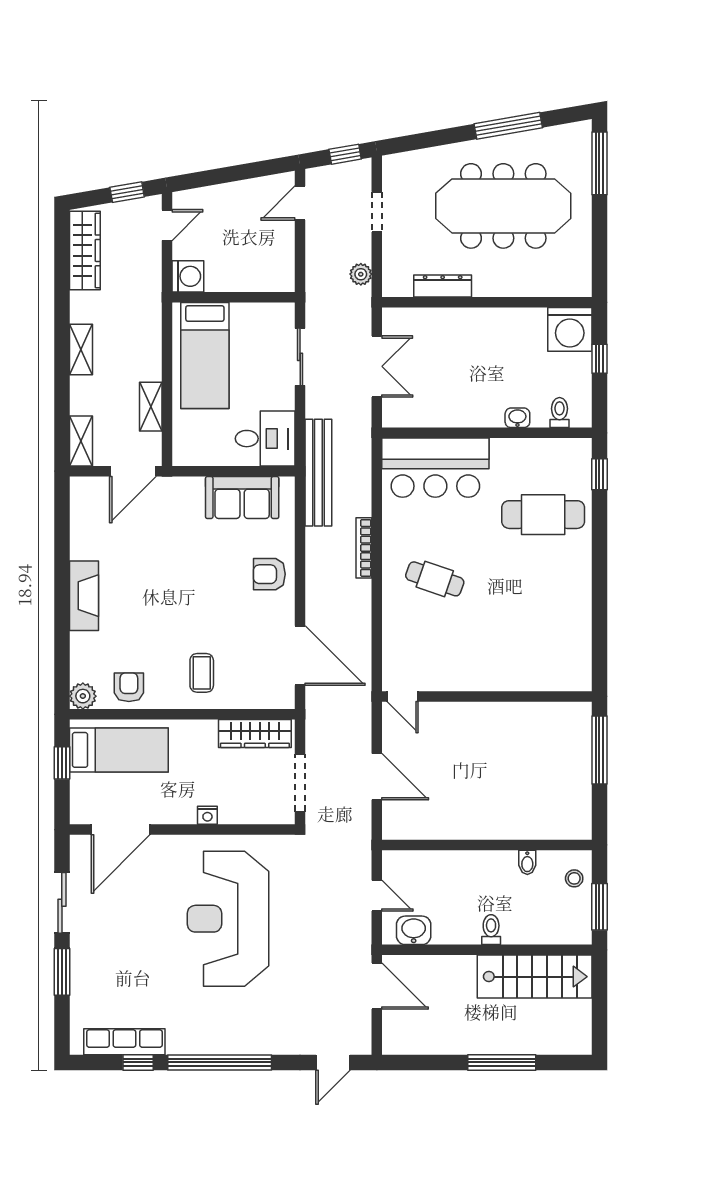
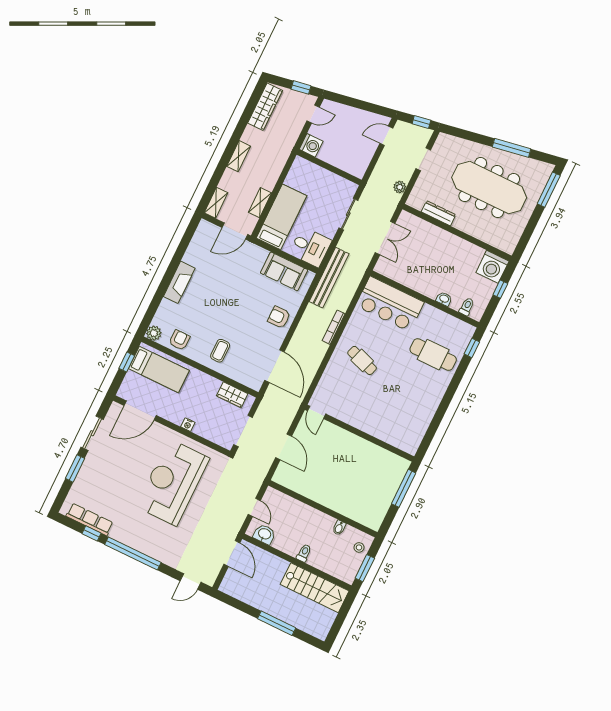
bed: (205, 356) -> (281, 217), moved, turned 180
wardrobe: (255, 734) -> (232, 395), width x0.67

